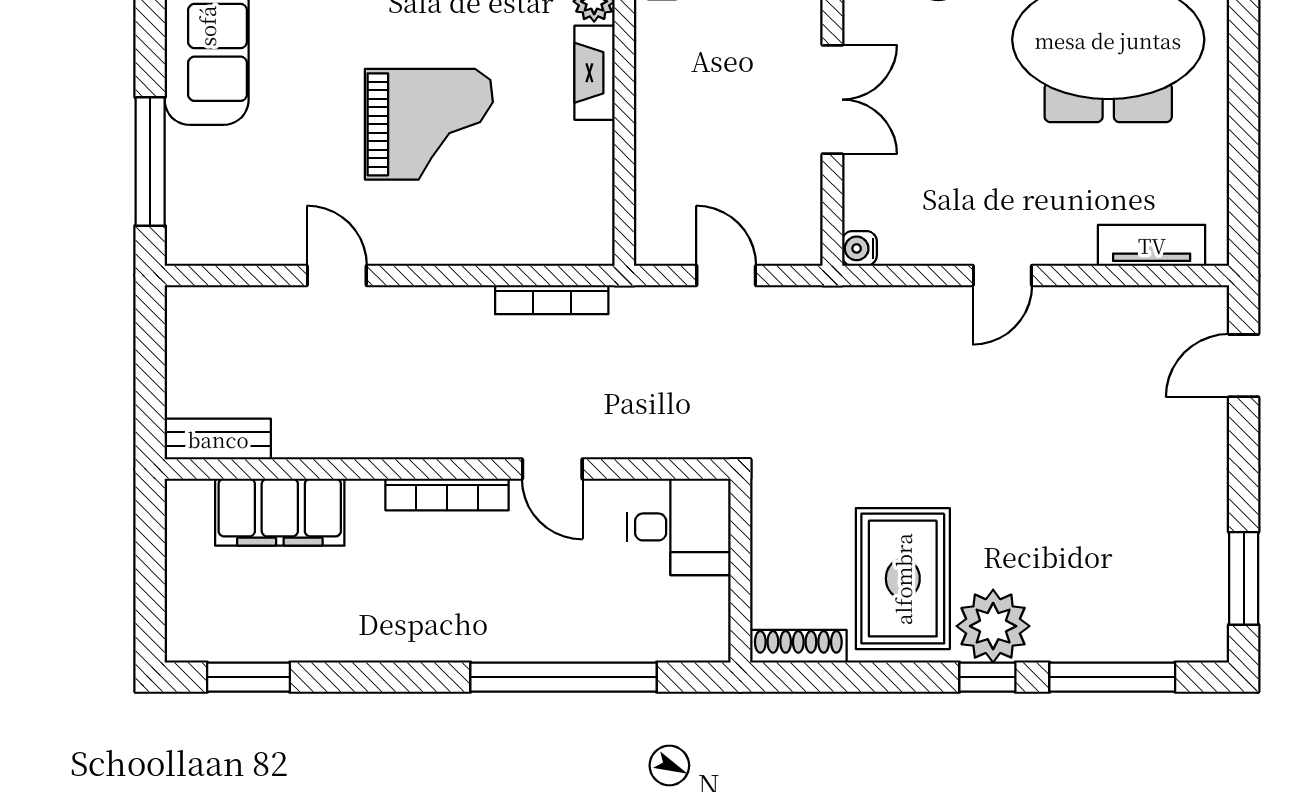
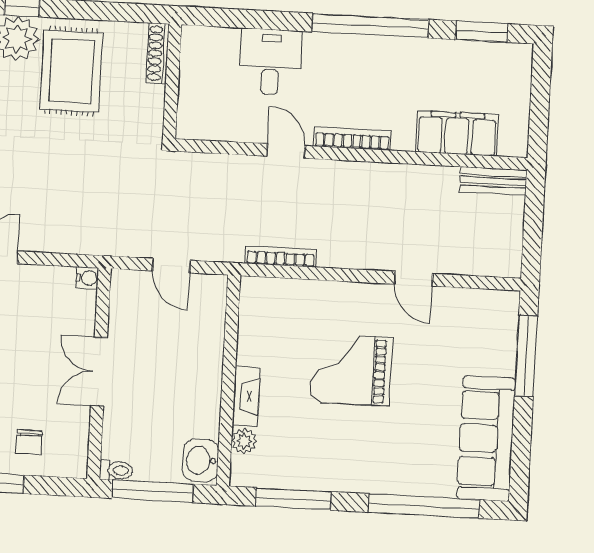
desk: (679, 527) -> (270, 62), moved, turned 90
shoe rack: (798, 646) -> (157, 53), moved, turned 90
window: (563, 677) -> (370, 26), moved

